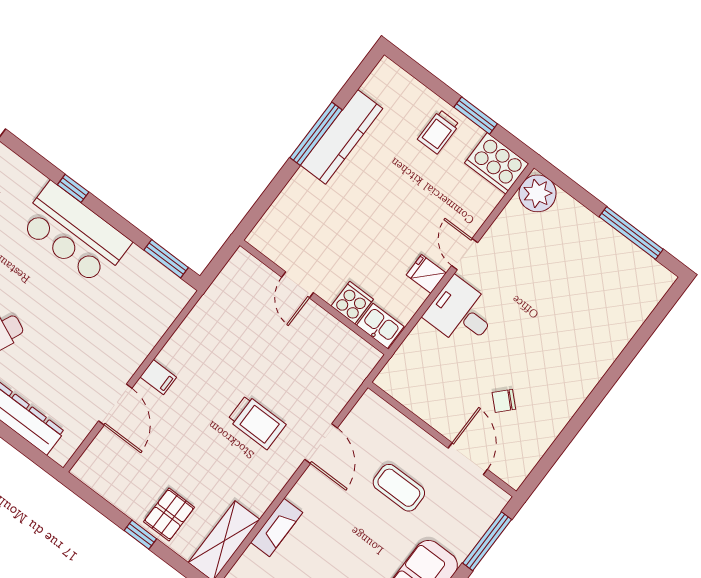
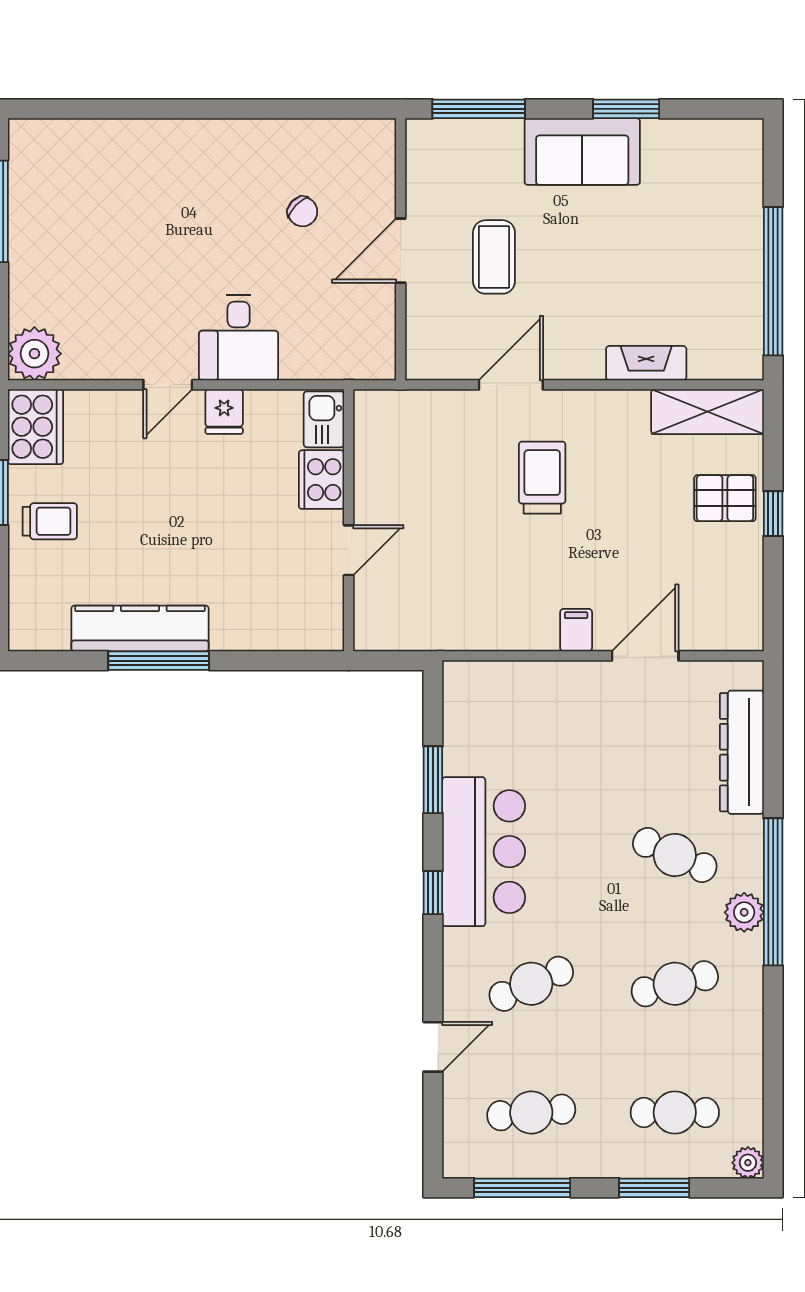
window: (166, 259) -> (433, 780), moved
cooker: (352, 303) -> (322, 480), width x1.36
door: (468, 459) -> (401, 251), moved

